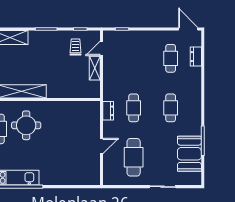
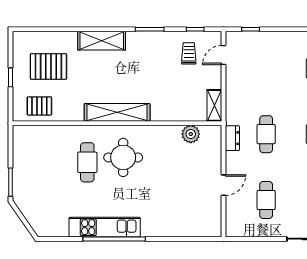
shelving: (95, 68) -> (214, 105), moved
plant: (77, 108) -> (191, 134), added
cafe table: (134, 157) -> (266, 200), width x0.73, depth x0.74

